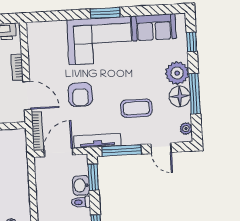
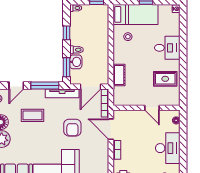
armchair: (80, 94) -> (72, 128), turned 180
door: (161, 148) -> (16, 85), swing flipped
cot: (20, 171) -> (119, 75), added

